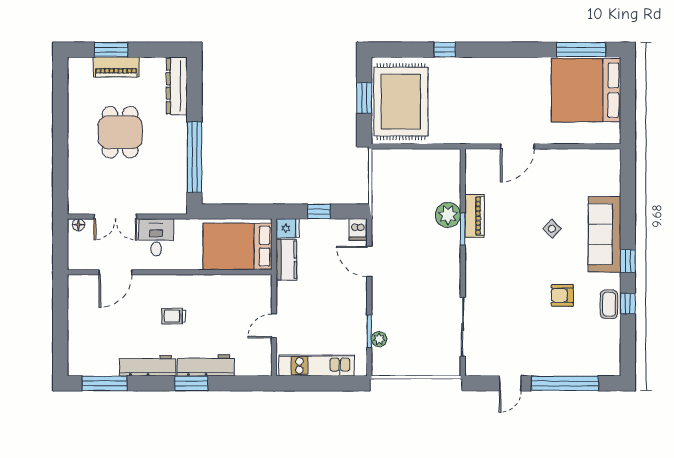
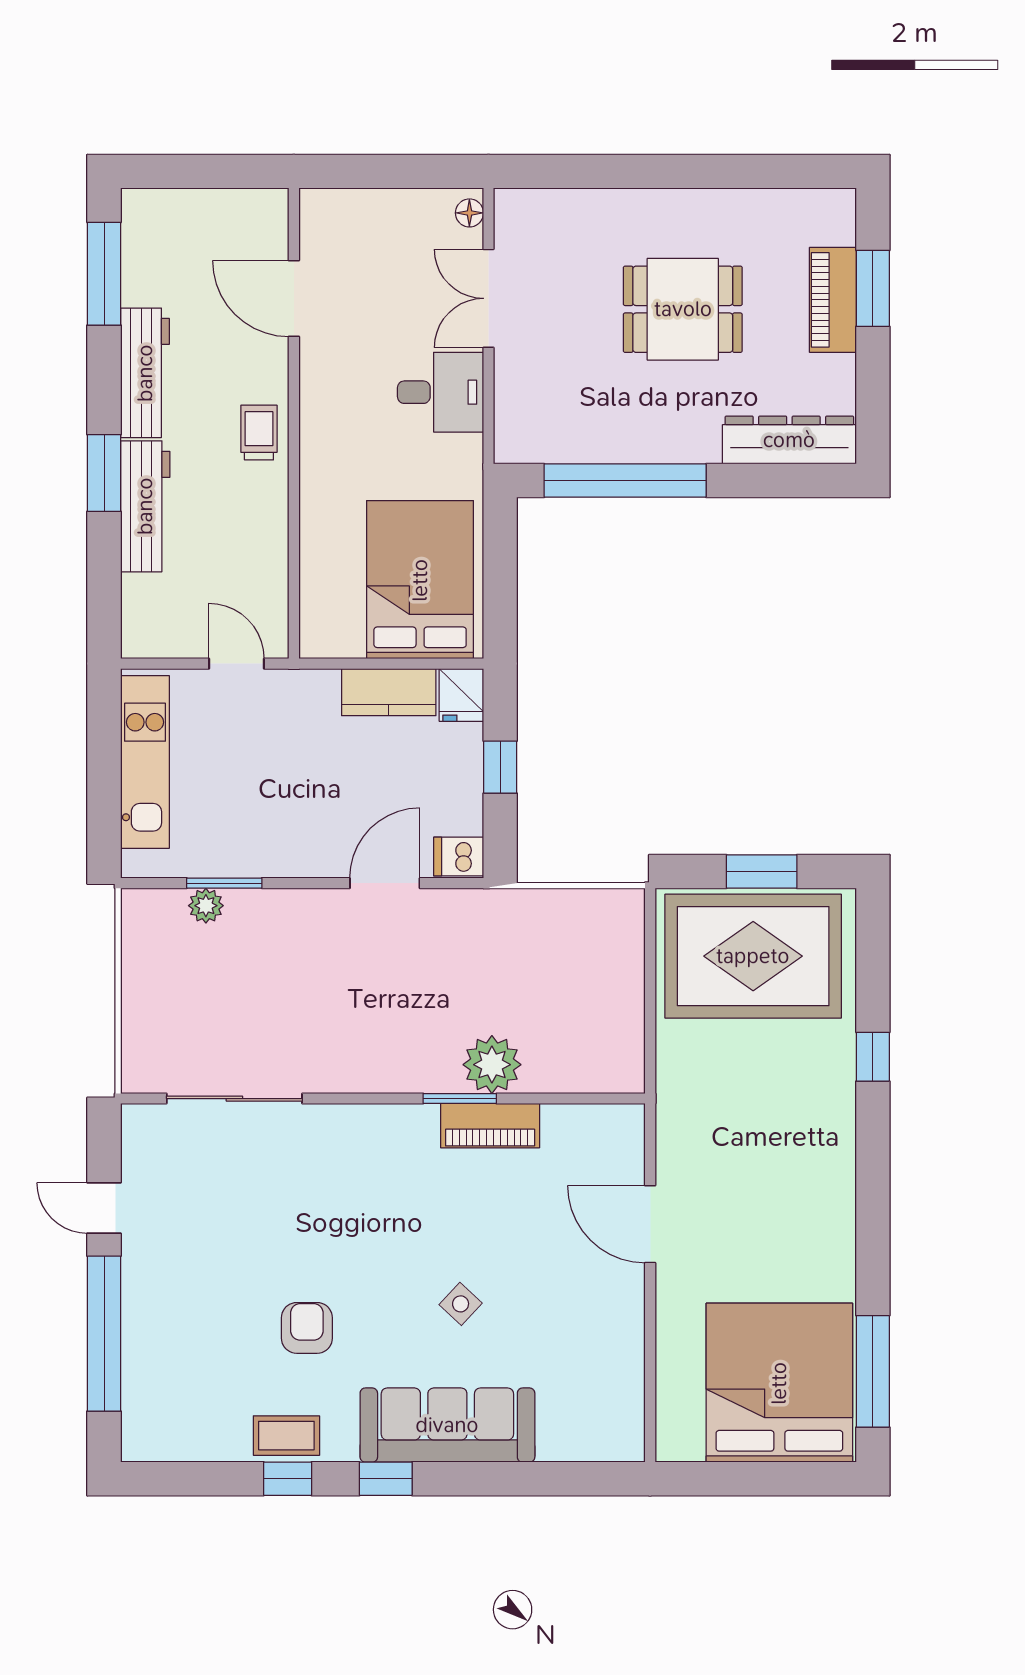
door: (115, 272) -> (294, 299), moved
wall: (170, 272) -> (294, 423), moved

